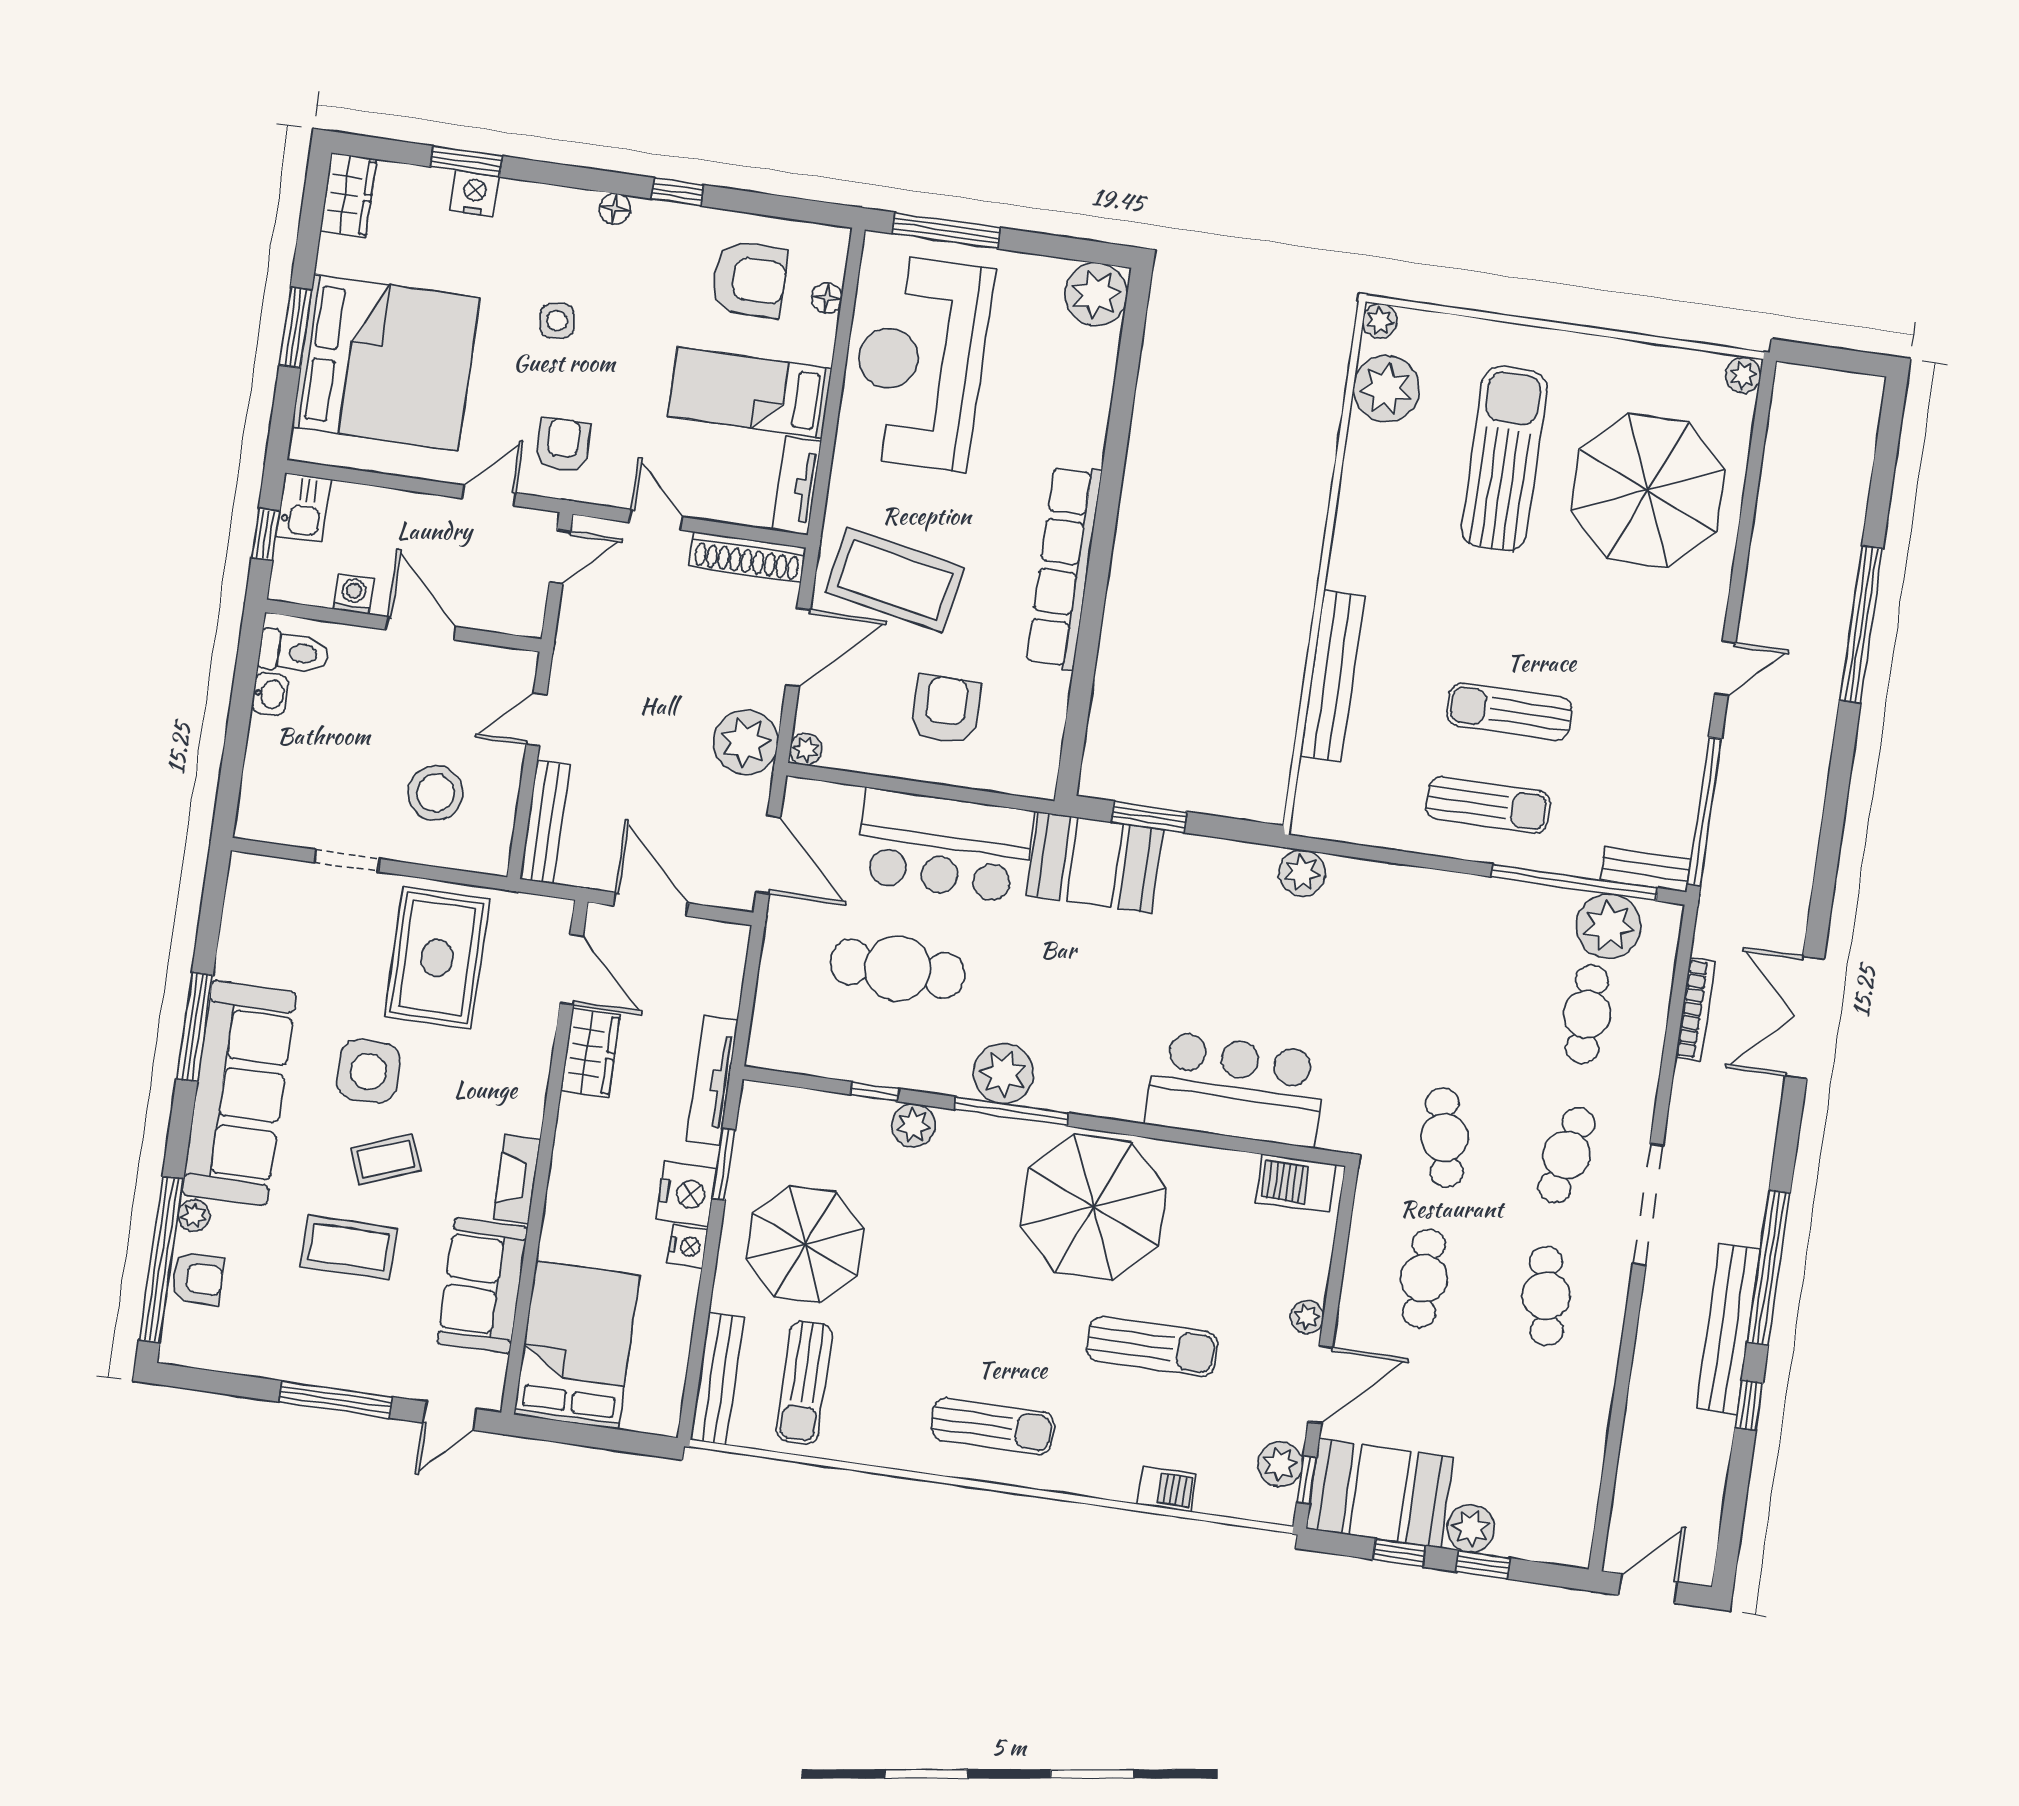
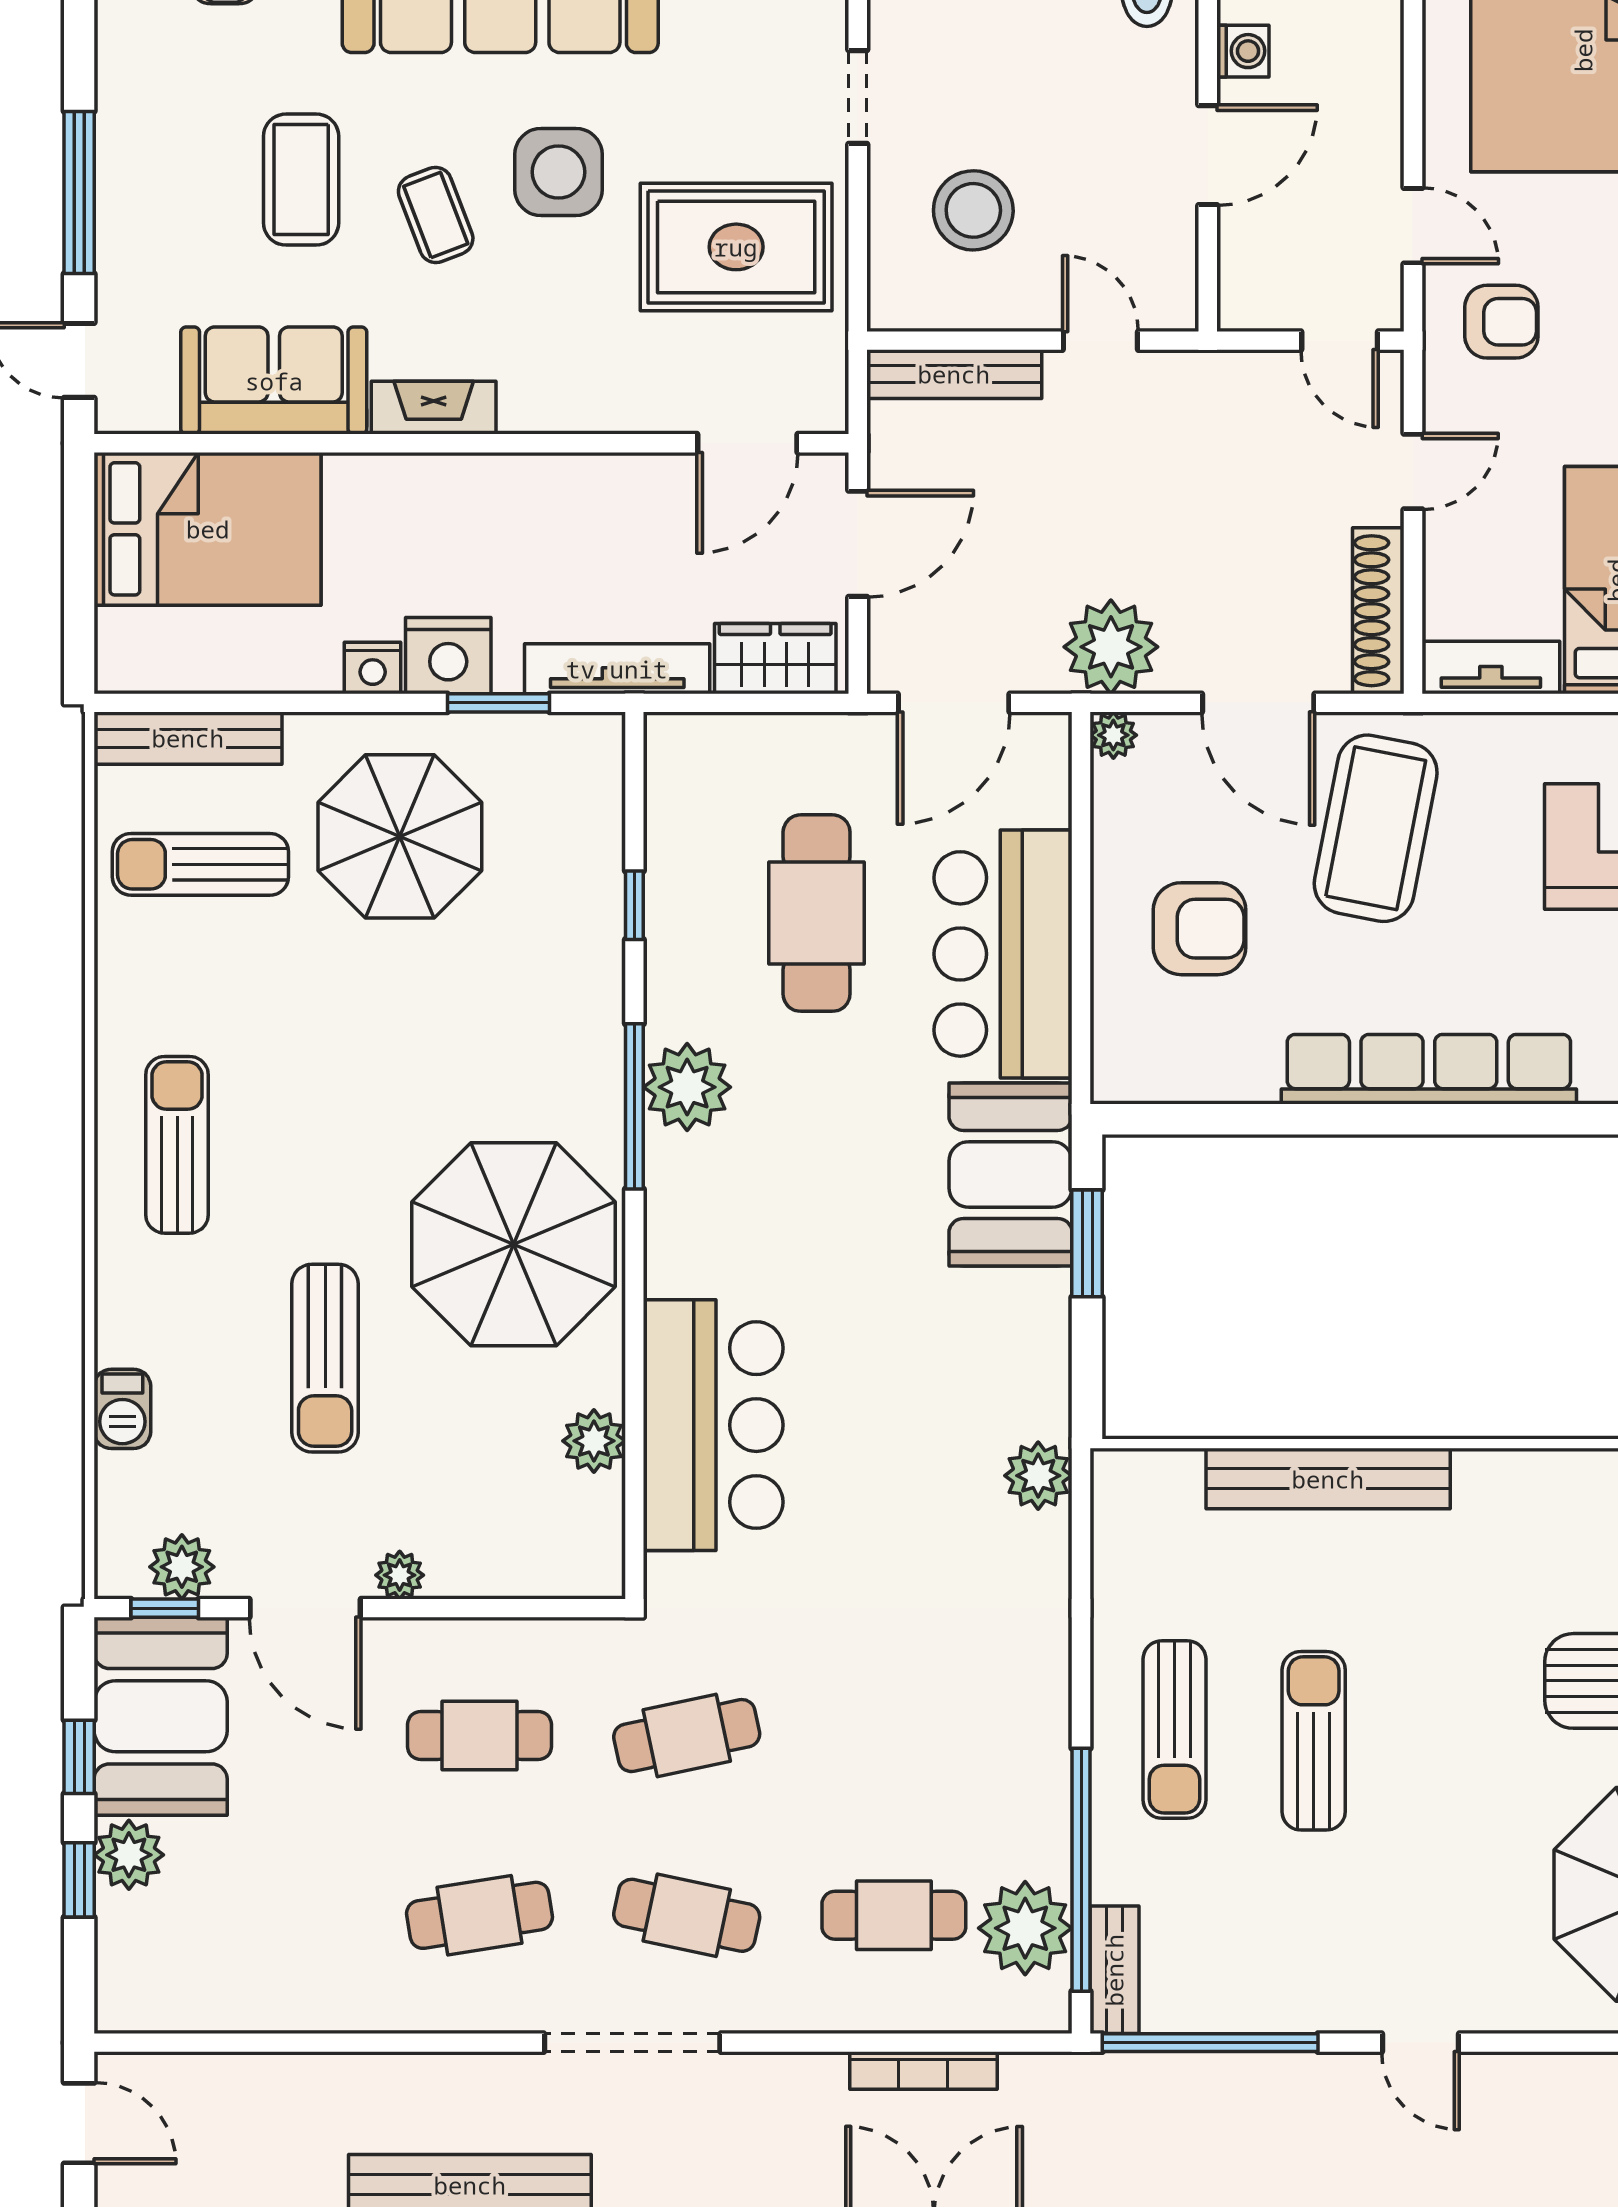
wardrobe: (590, 1053) -> (775, 659), moved, turned 180
plant: (914, 1125) -> (594, 1441), moved
barbecue: (1296, 1183) -> (590, 1531), removed
sun lounger: (993, 1426) -> (177, 1145), turned 180

